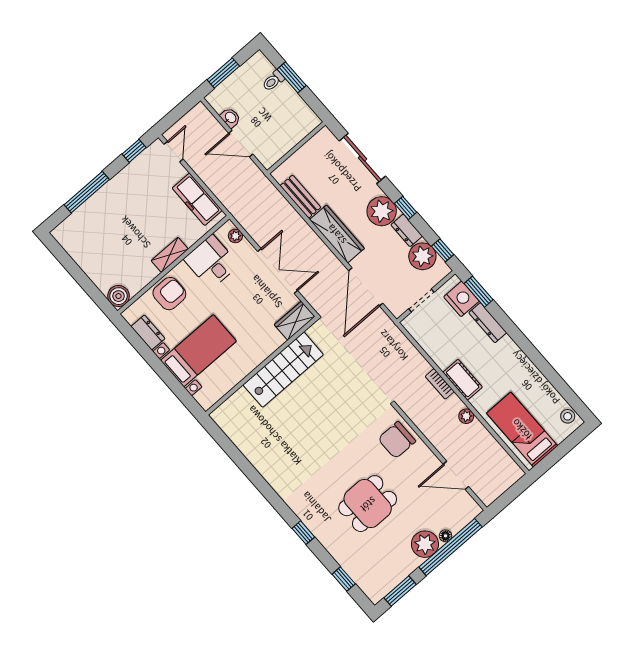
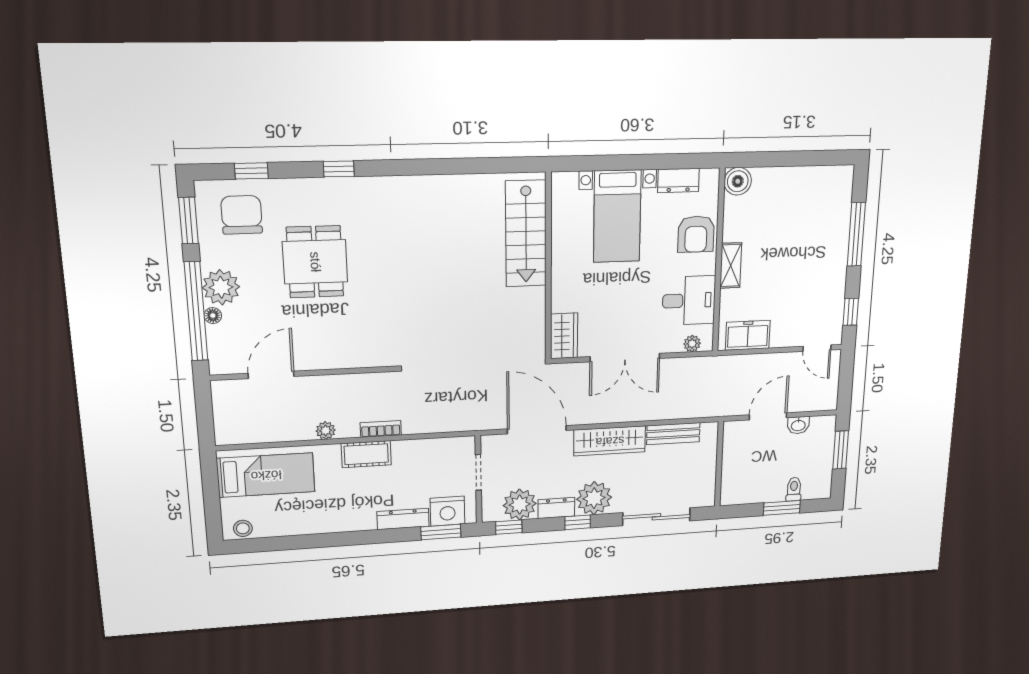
freezer: (197, 199) -> (748, 335), width x0.71
stairs: (283, 370) -> (526, 234), moved
chair: (397, 440) -> (242, 215), moved

